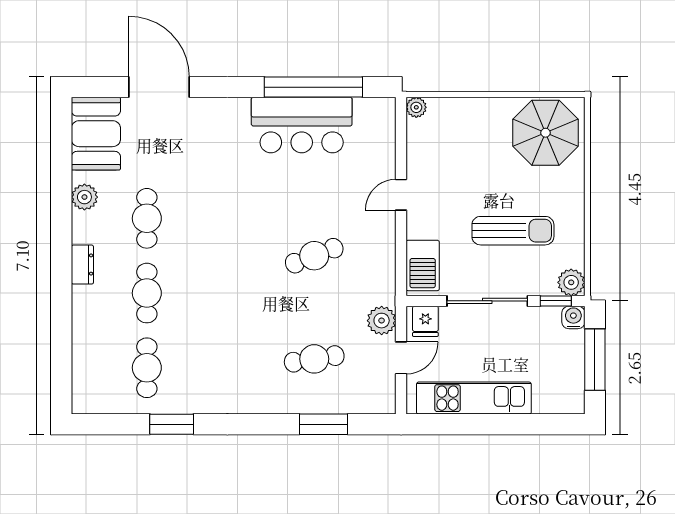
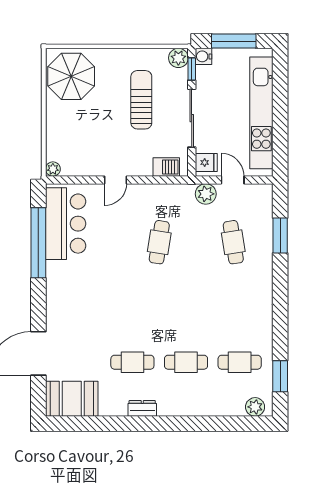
bar counter: (302, 125) -> (66, 224), moved
door: (401, 195) -> (116, 180), hinge flipped
plant: (84, 197) -> (255, 407), moved
cafe table: (314, 256) -> (159, 242), turned 30
dresser: (82, 265) -> (142, 408), moved
barbecue: (423, 265) -> (166, 167), width x0.73, depth x0.79
kitchen unit: (474, 398) -> (261, 113), width x1.36
window: (172, 424) -> (280, 376), moved

